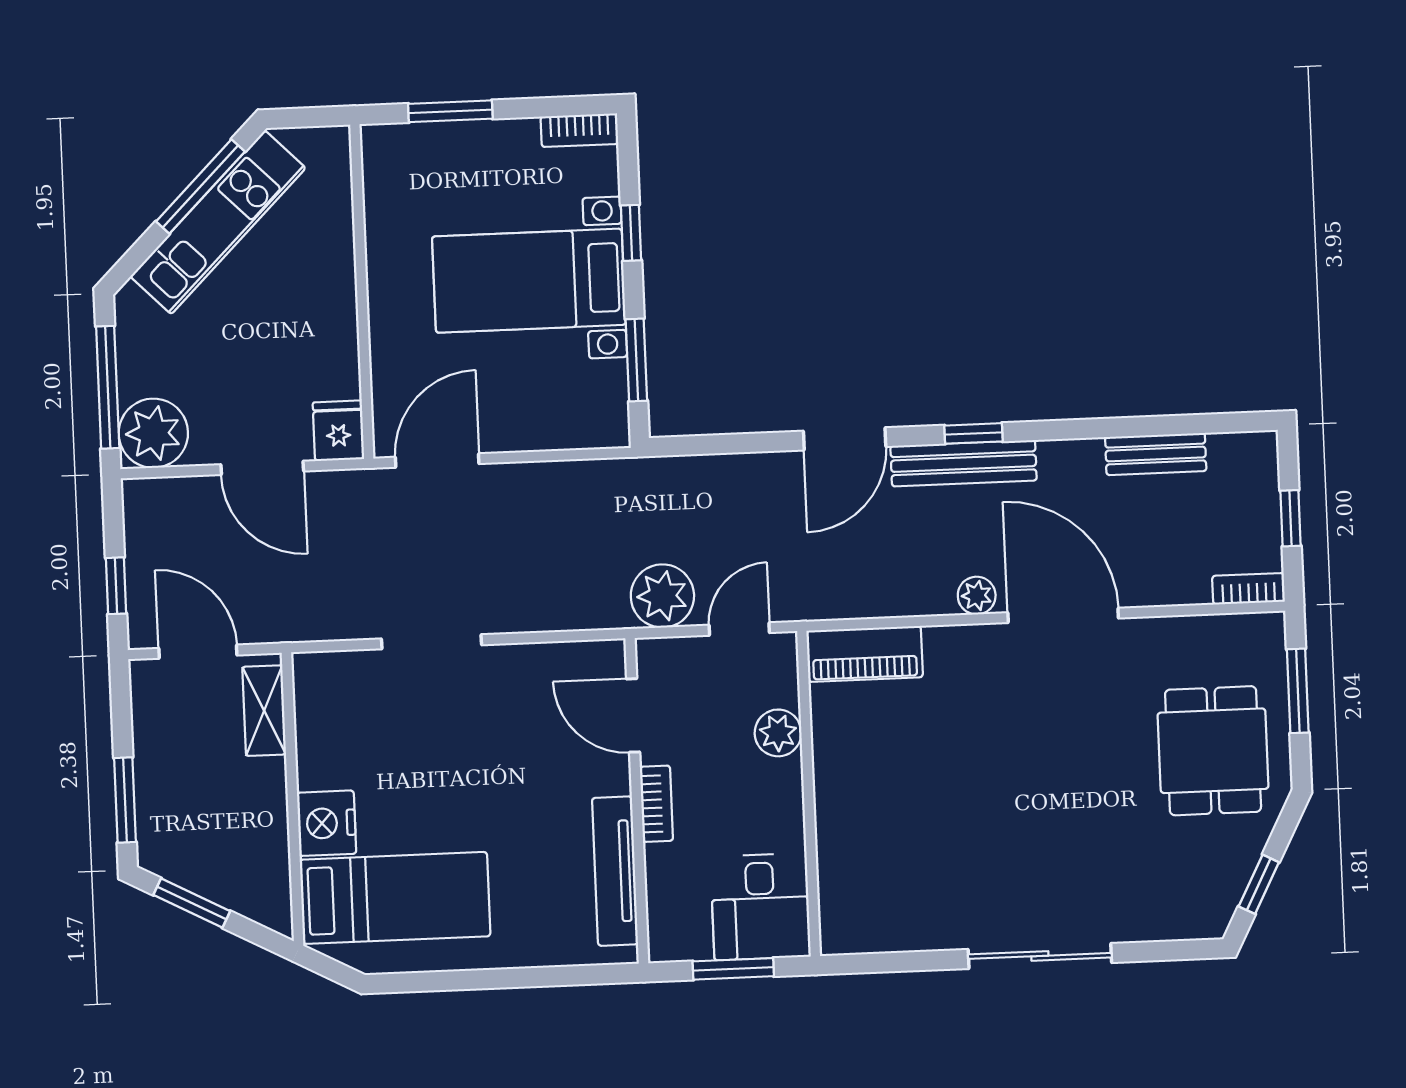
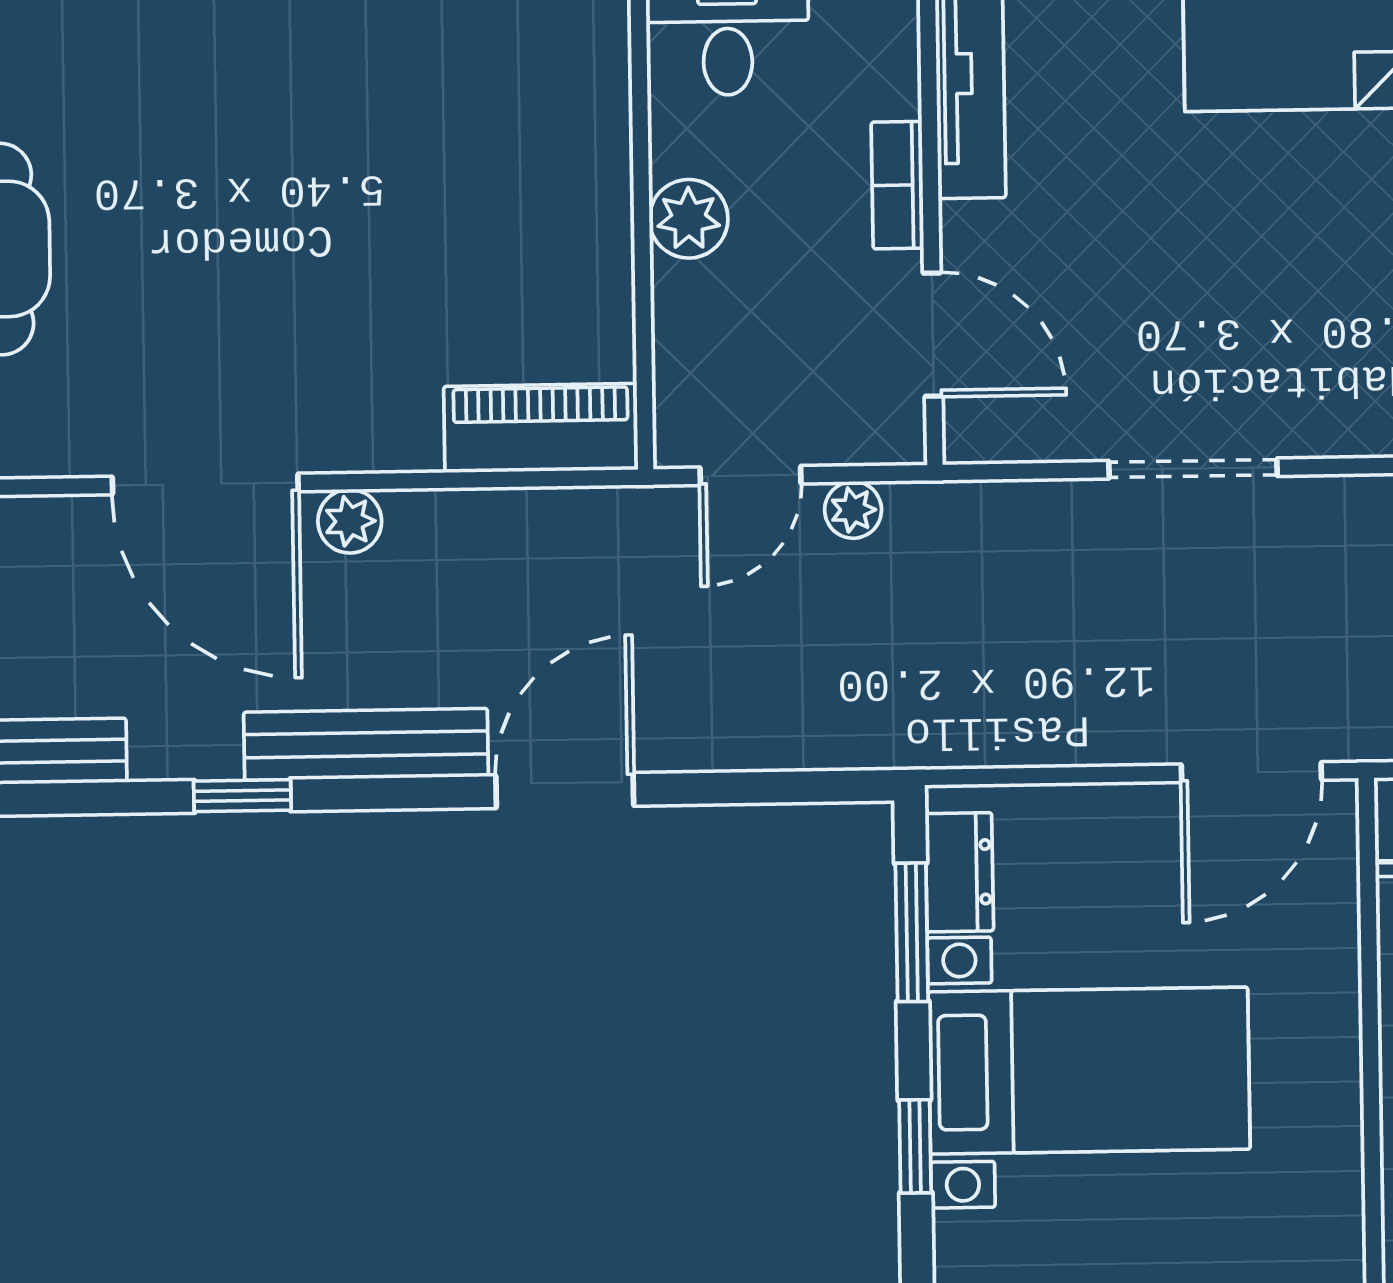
dresser: (609, 396) -> (959, 872), added
window: (974, 433) -> (242, 796), moved
plant: (662, 596) -> (853, 510), width x0.53, depth x0.53
doorway: (432, 642) -> (1193, 468), moved
plant: (778, 733) -> (689, 219), moved

